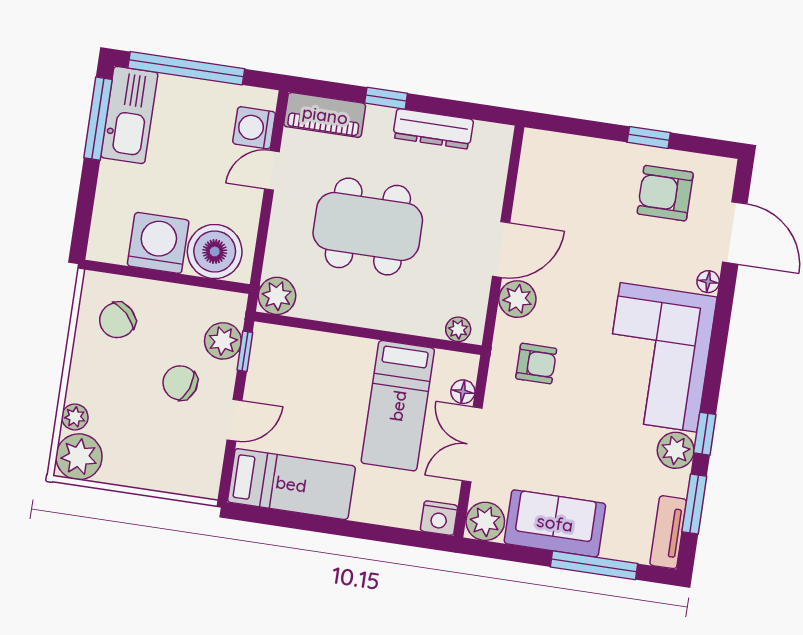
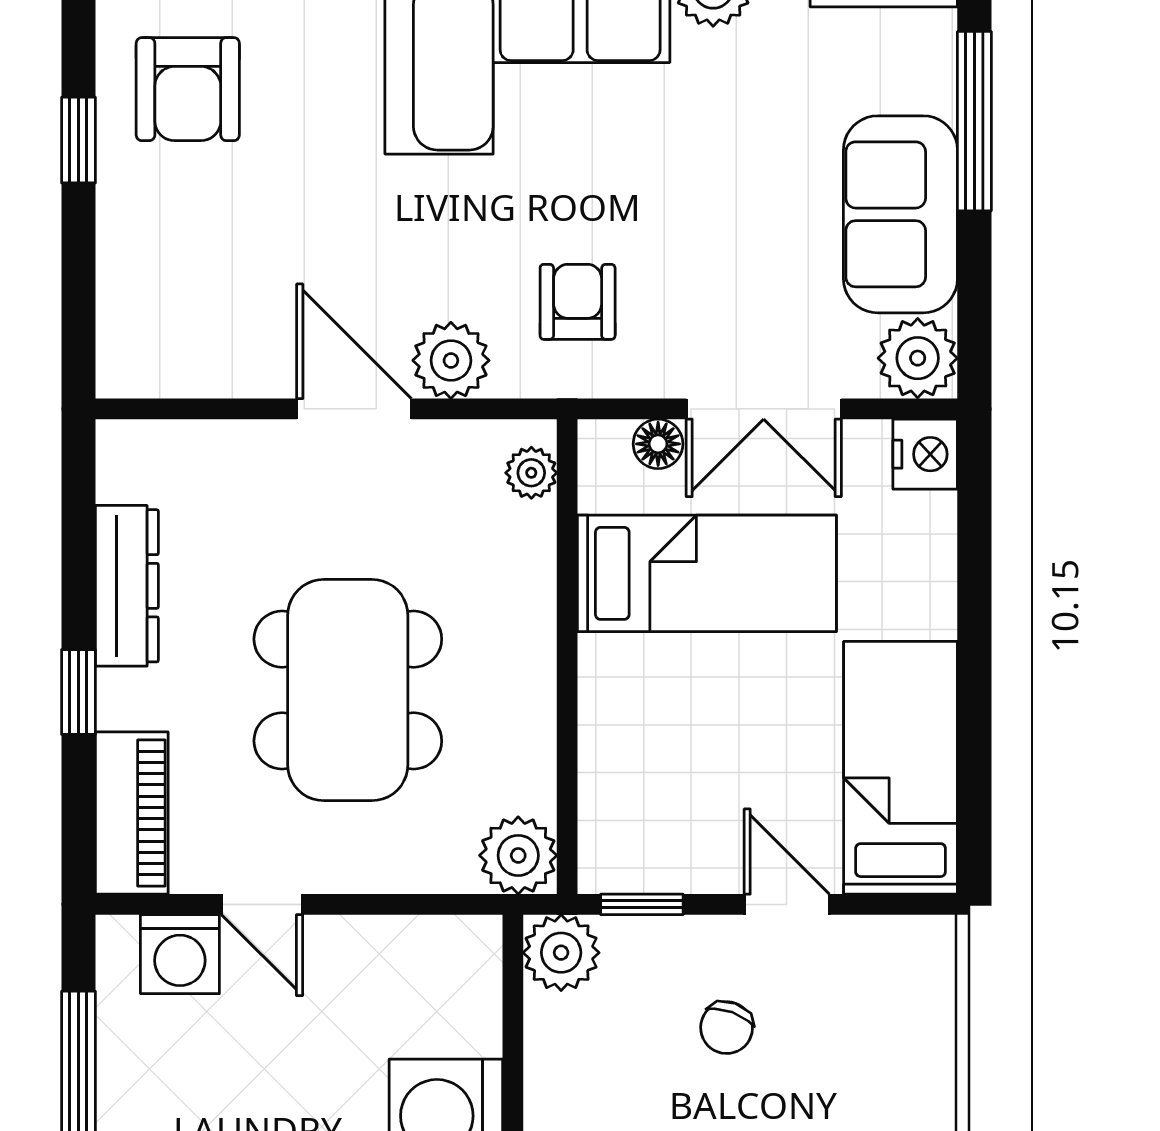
boiler: (215, 251) -> (446, 997), removed
plant: (223, 341) -> (561, 953), moved
chair: (180, 383) -> (727, 1028), width x0.73, depth x0.73

